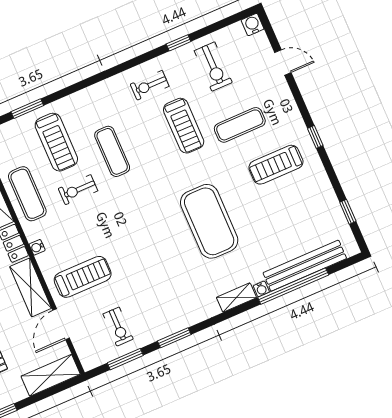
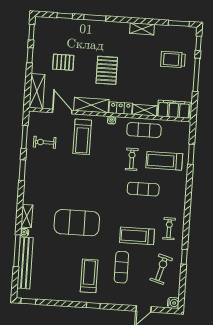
exercise bike: (213, 67) -> (161, 269), turned 106
window: (348, 212) -> (28, 301), moved
window: (293, 286) -> (17, 251), width x0.68

